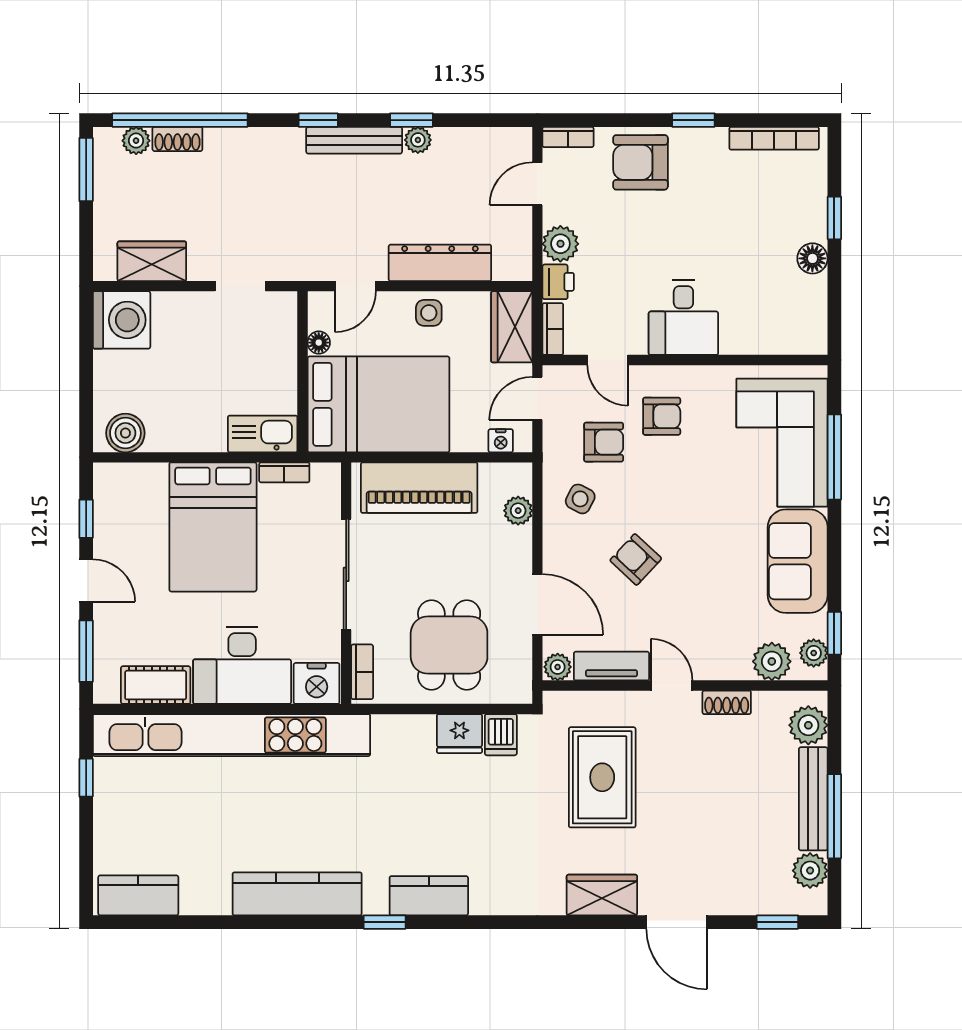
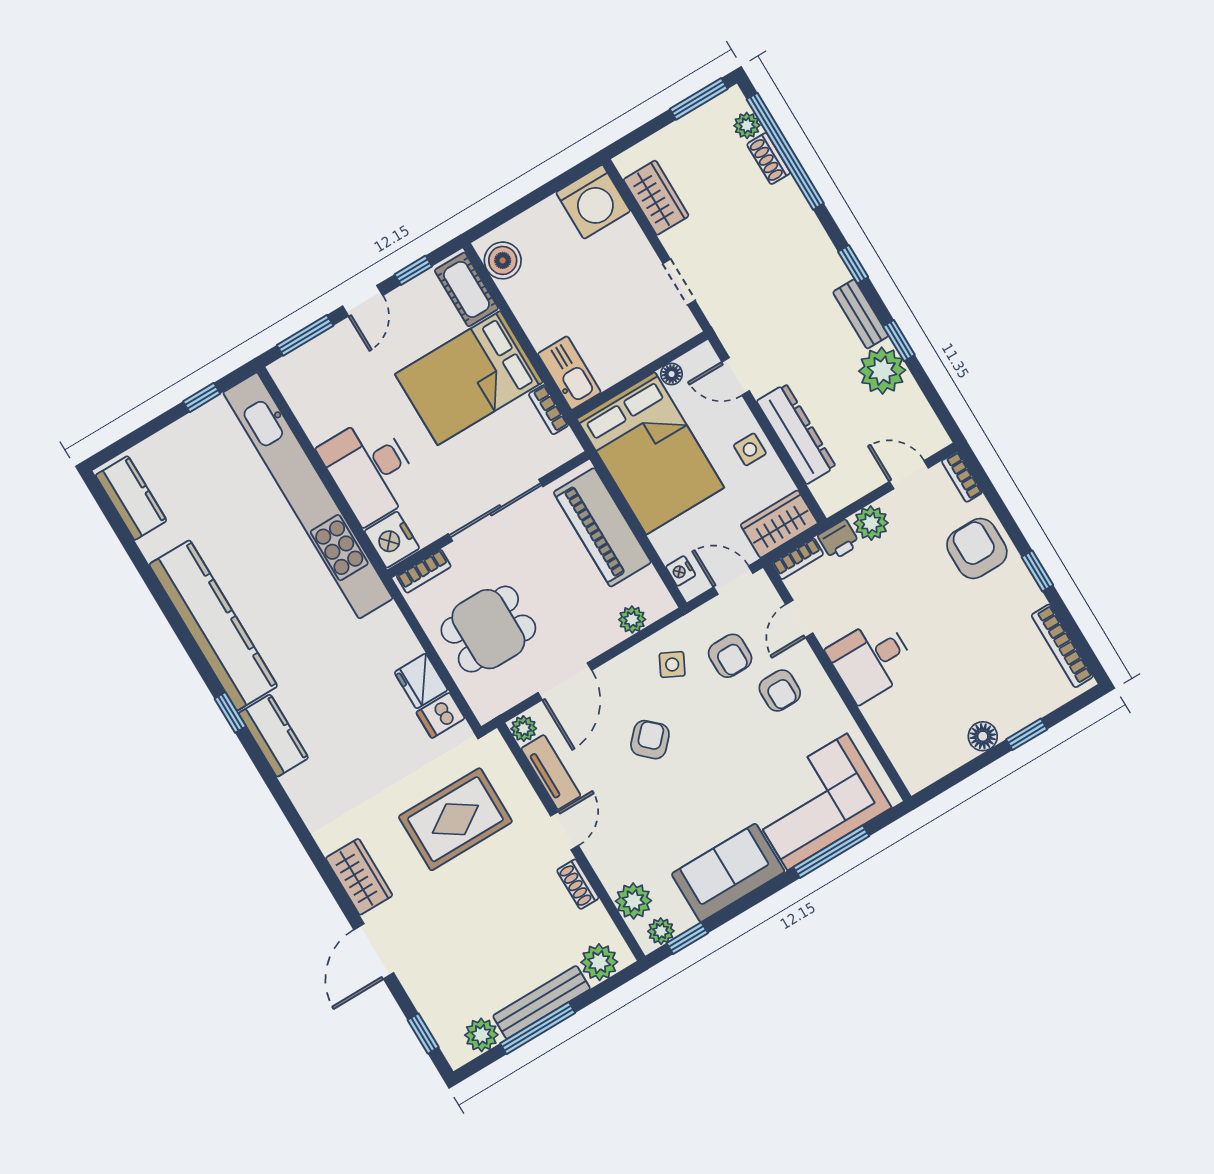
bench: (354, 140) -> (861, 314), width x0.73
plant: (418, 140) -> (882, 371), width x1.88, depth x1.88
cot: (156, 685) -> (466, 289), moved
kitchen counter: (297, 894) -> (213, 625), width x1.39, depth x1.17

